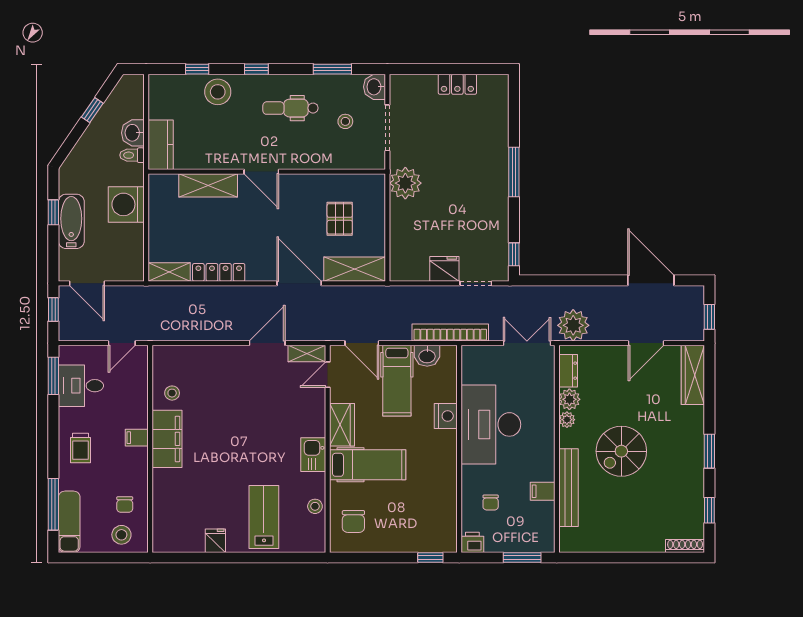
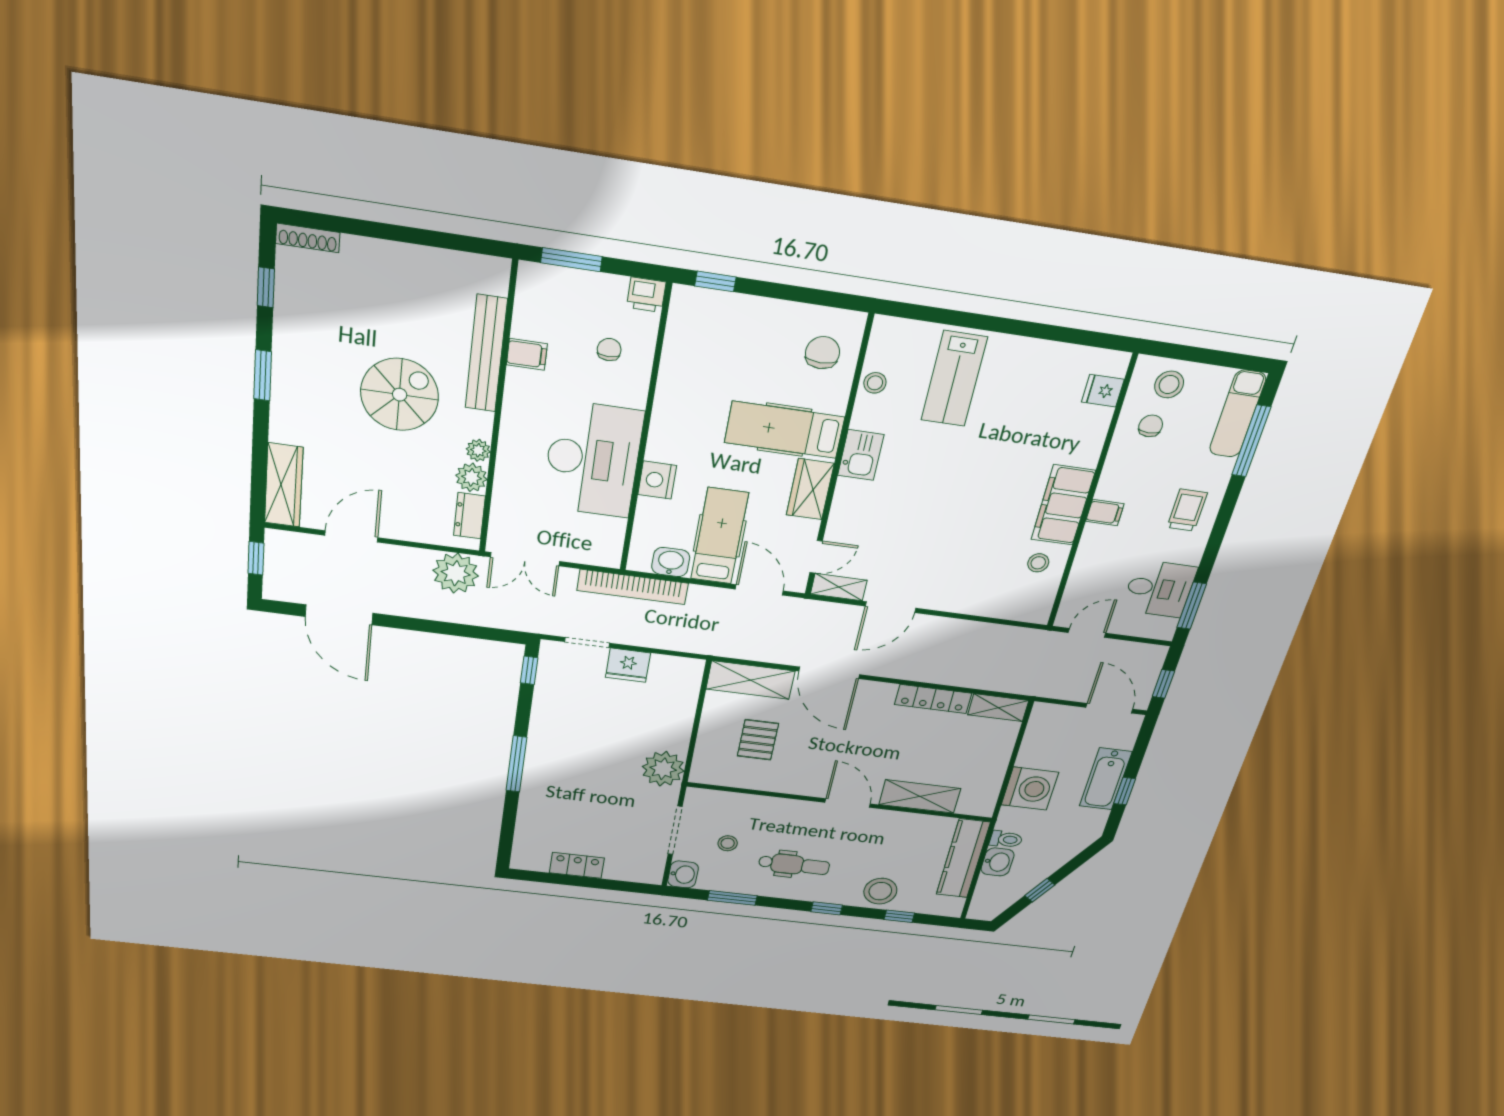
kitchen counter: (161, 145) -> (963, 858), width x1.50
fridge: (215, 541) -> (1103, 391), moved, turned 90

